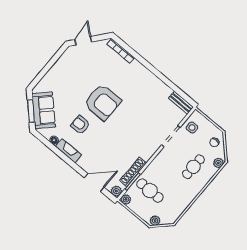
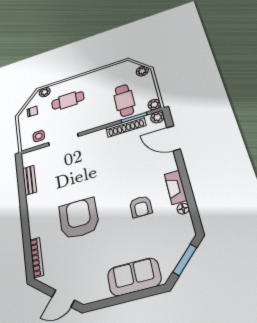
armchair: (102, 102) -> (79, 218), moved
bench: (181, 103) -> (30, 180), moved
sofa: (44, 110) -> (134, 277), moved, turned 45

